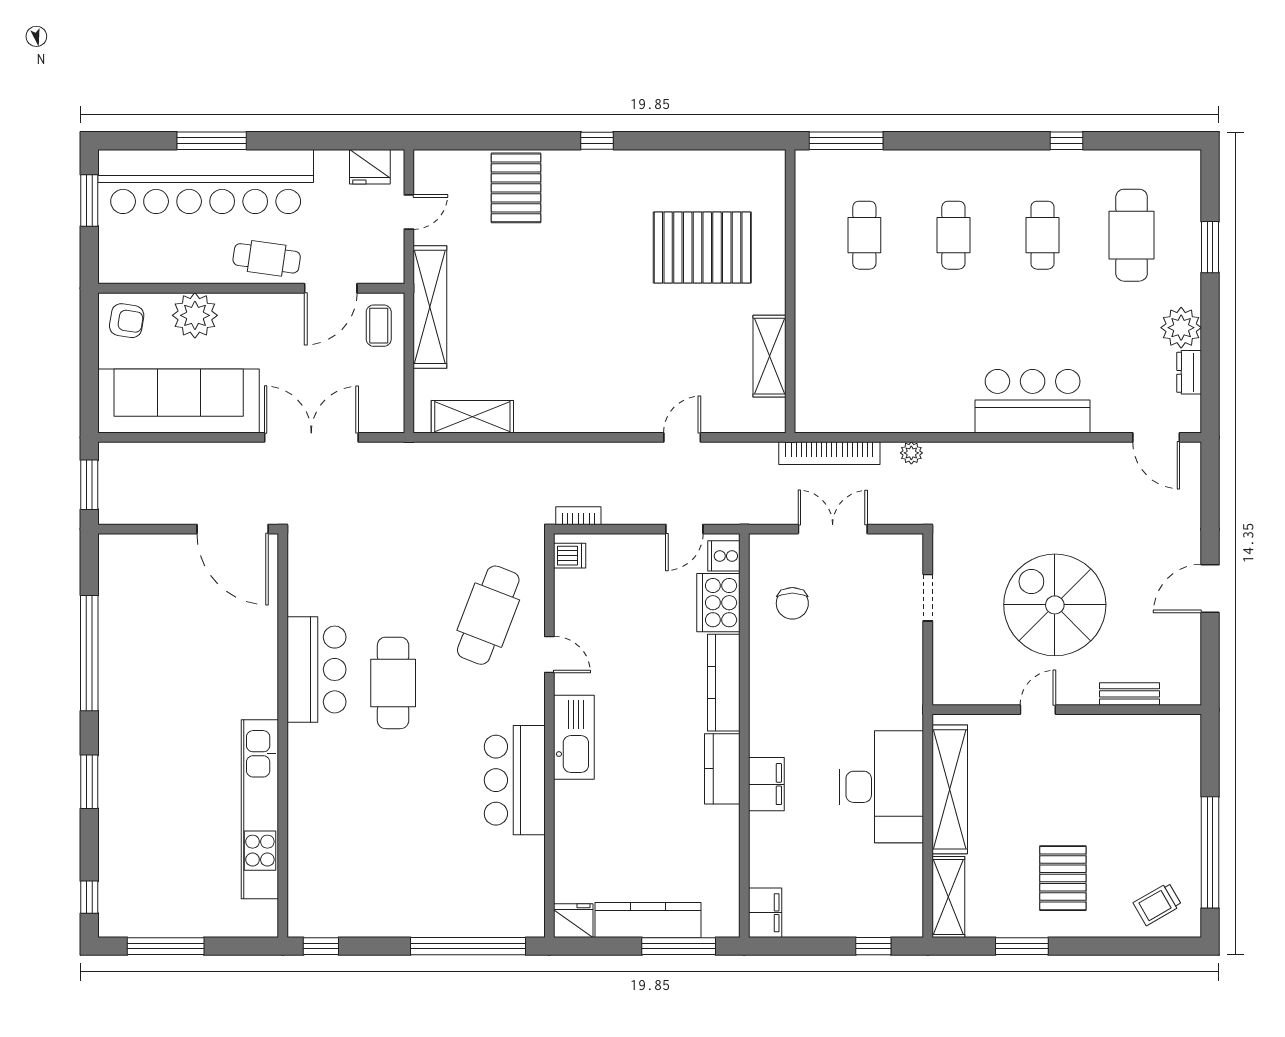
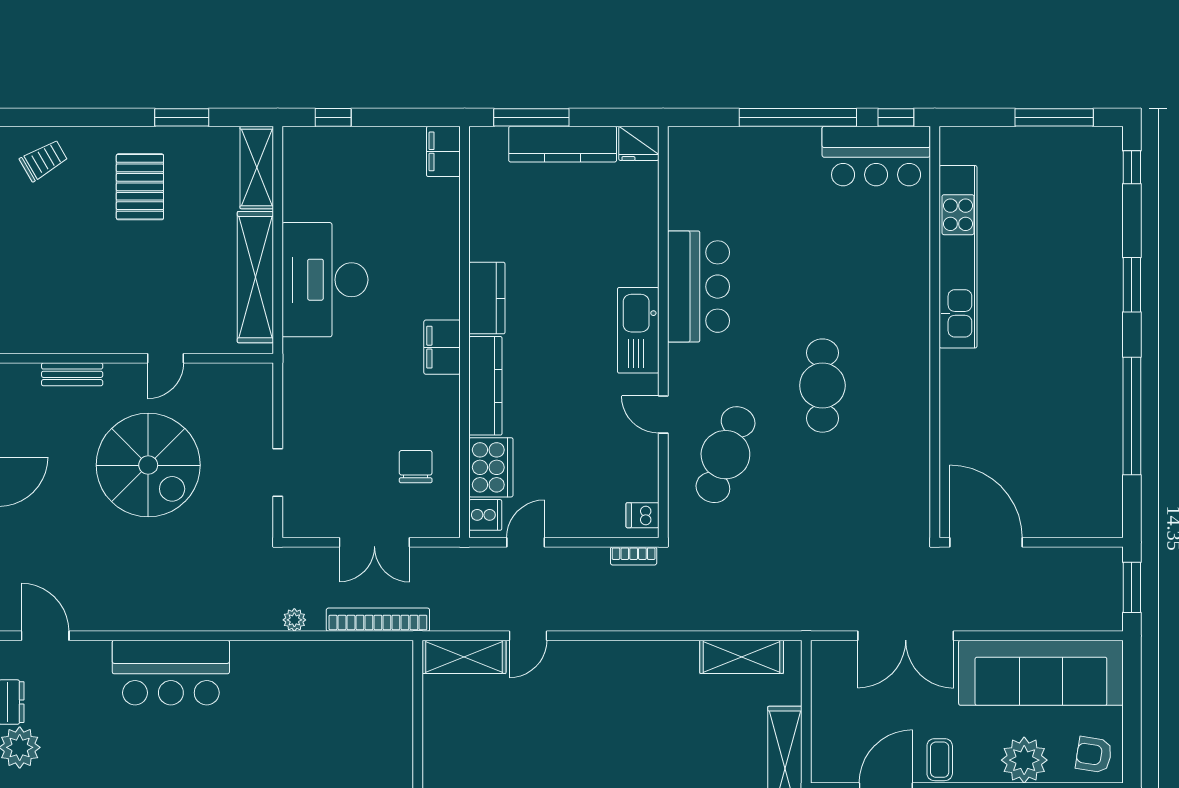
coffee table: (379, 326) -> (940, 760), moved
shelving: (769, 356) -> (464, 657), moved, turned 90
bar counter: (316, 669) -> (876, 156), moved, turned -90
filing cabinet: (766, 784) -> (442, 347), moved
window: (468, 946) -> (798, 117), moved

